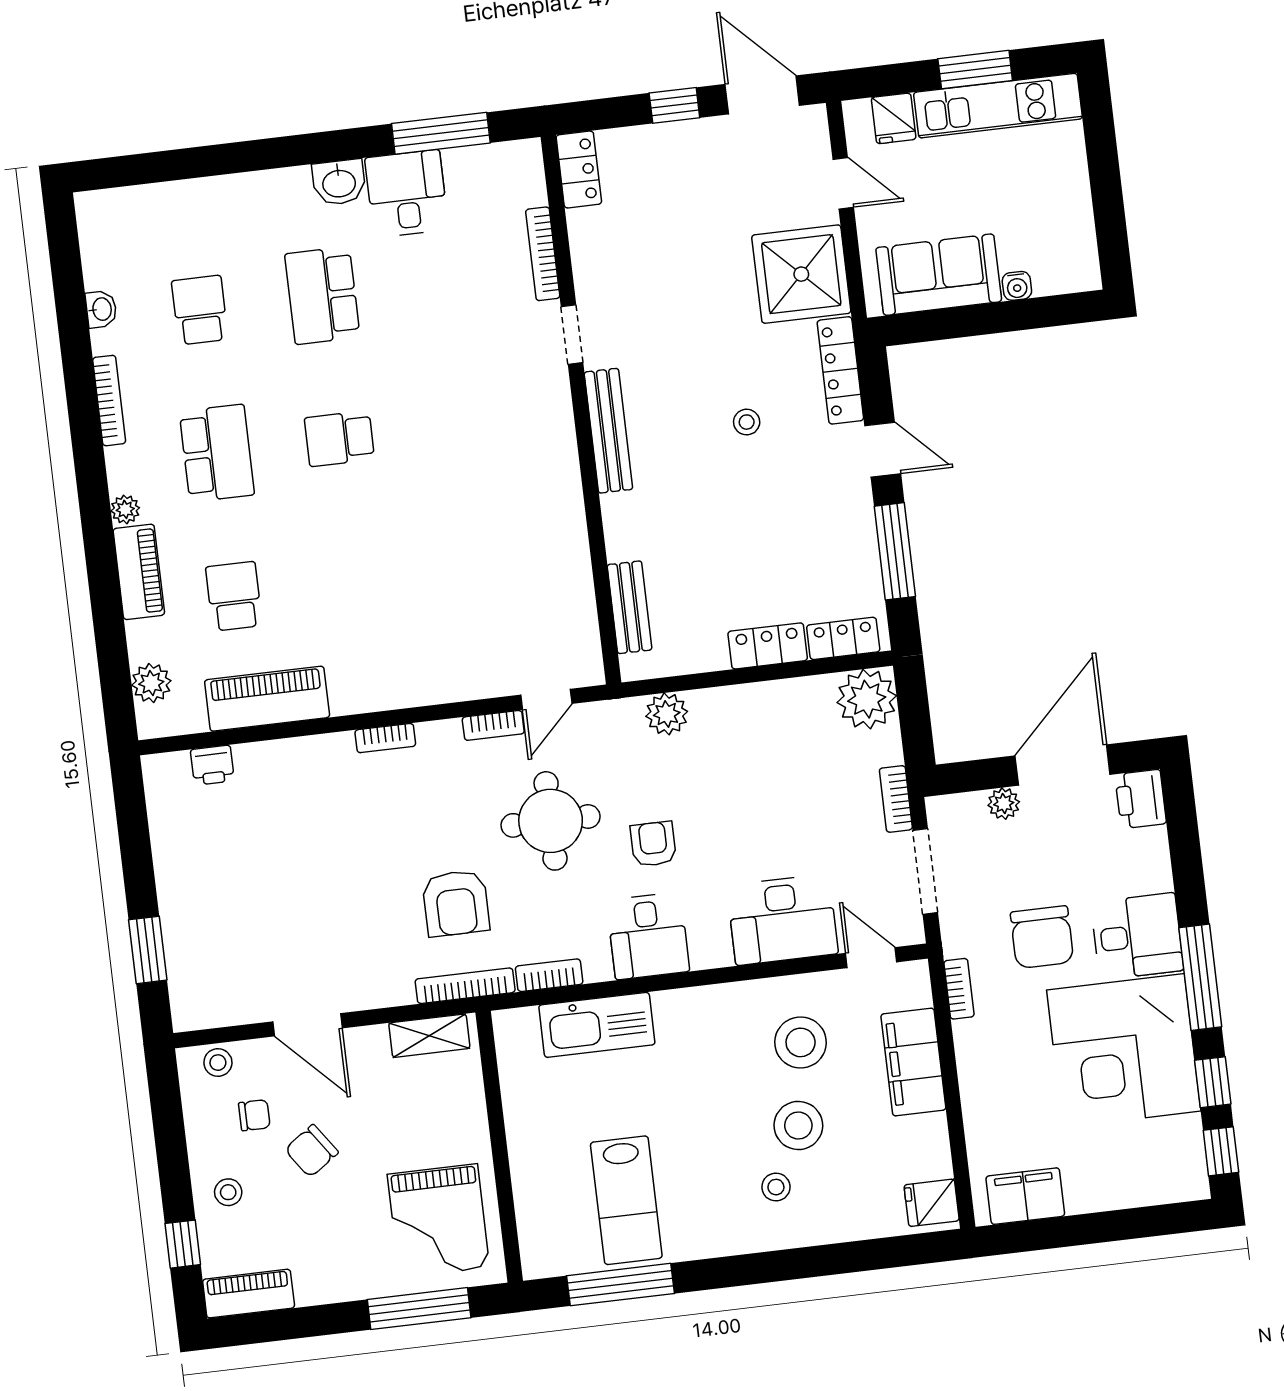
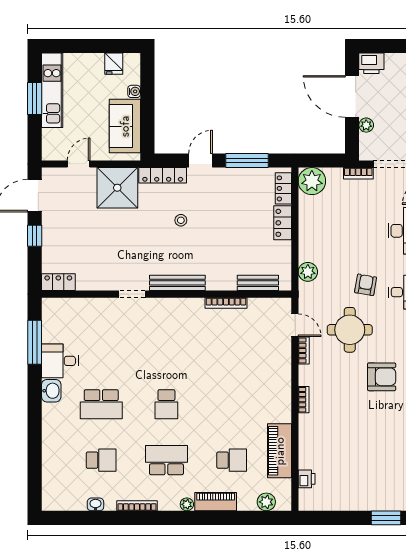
fridge: (894, 118) -> (114, 64), moved, turned 90
bookcase: (543, 254) -> (226, 303), moved
school desk: (200, 310) -> (101, 460), turned 180
school desk: (234, 596) -> (232, 460), turned 180
armchair: (653, 844) -> (366, 285), turned 100

